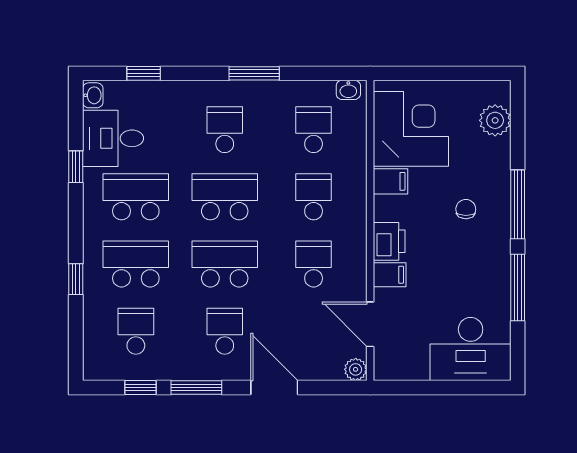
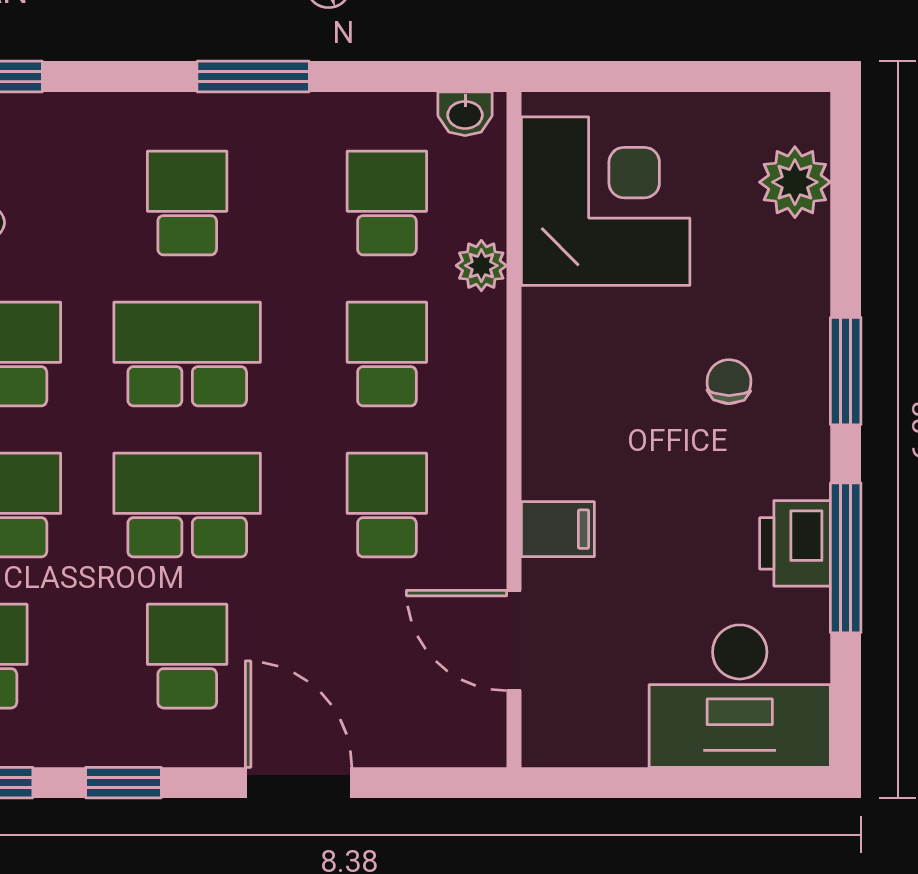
filing cabinet: (390, 181) -> (560, 319), removed
window: (518, 204) -> (846, 371), width x0.69
printer: (389, 241) -> (795, 543), moved, turned 180
plant: (356, 369) -> (481, 266), moved
window: (196, 388) -> (123, 783), width x0.67

